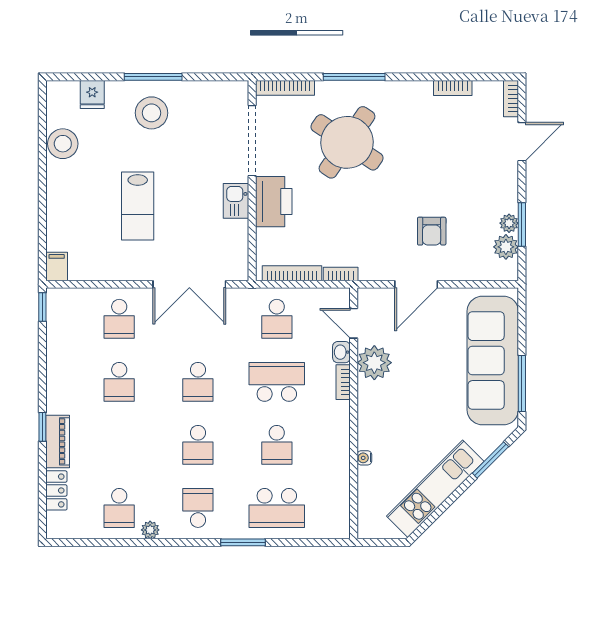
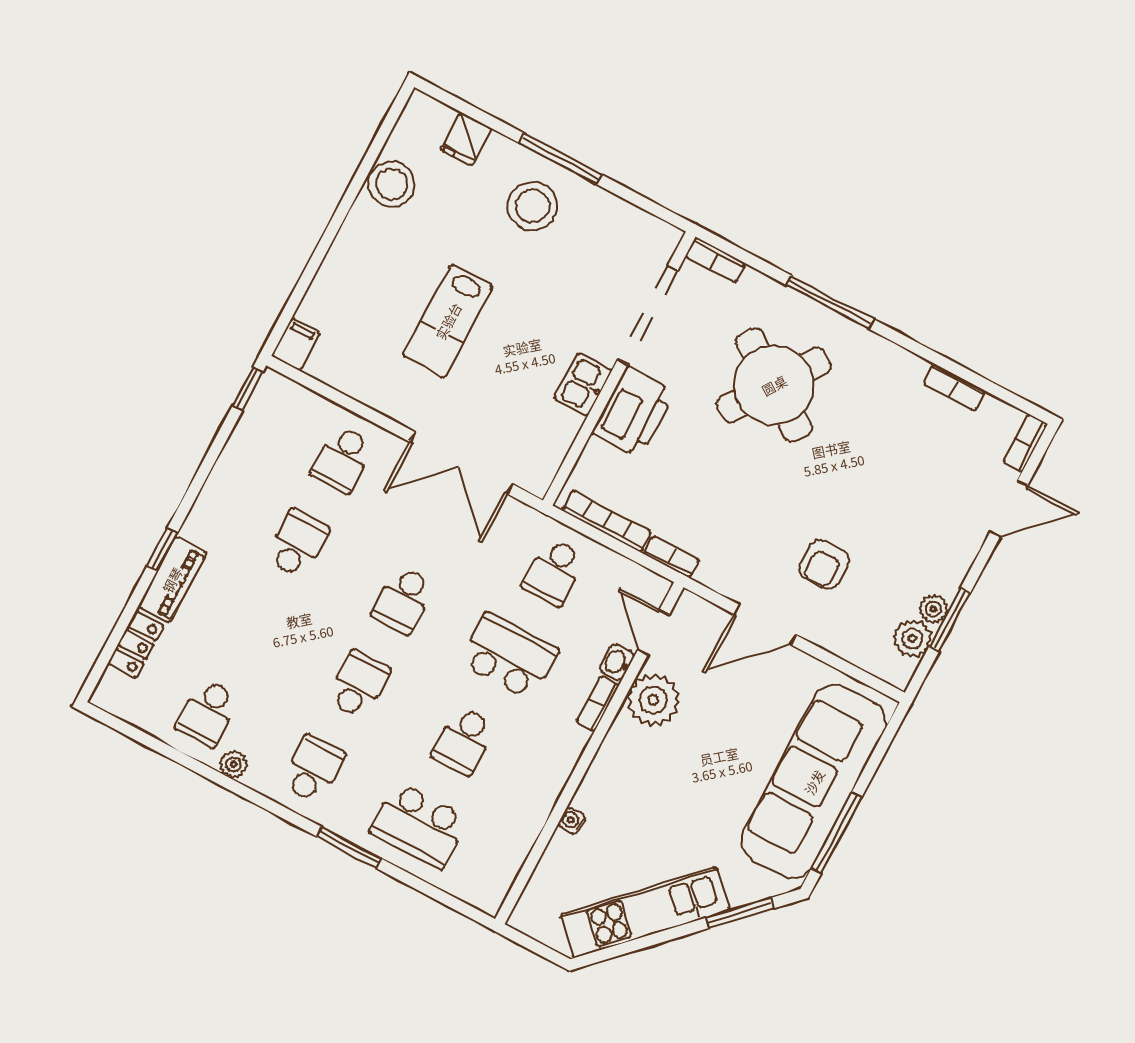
bookcase: (285, 88) -> (715, 260), width x0.64
school desk: (119, 382) -> (297, 544), turned 180
school desk: (198, 445) -> (358, 684), turned 180

